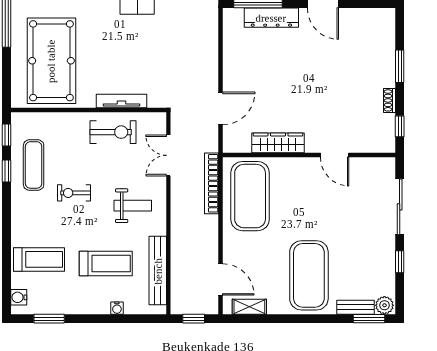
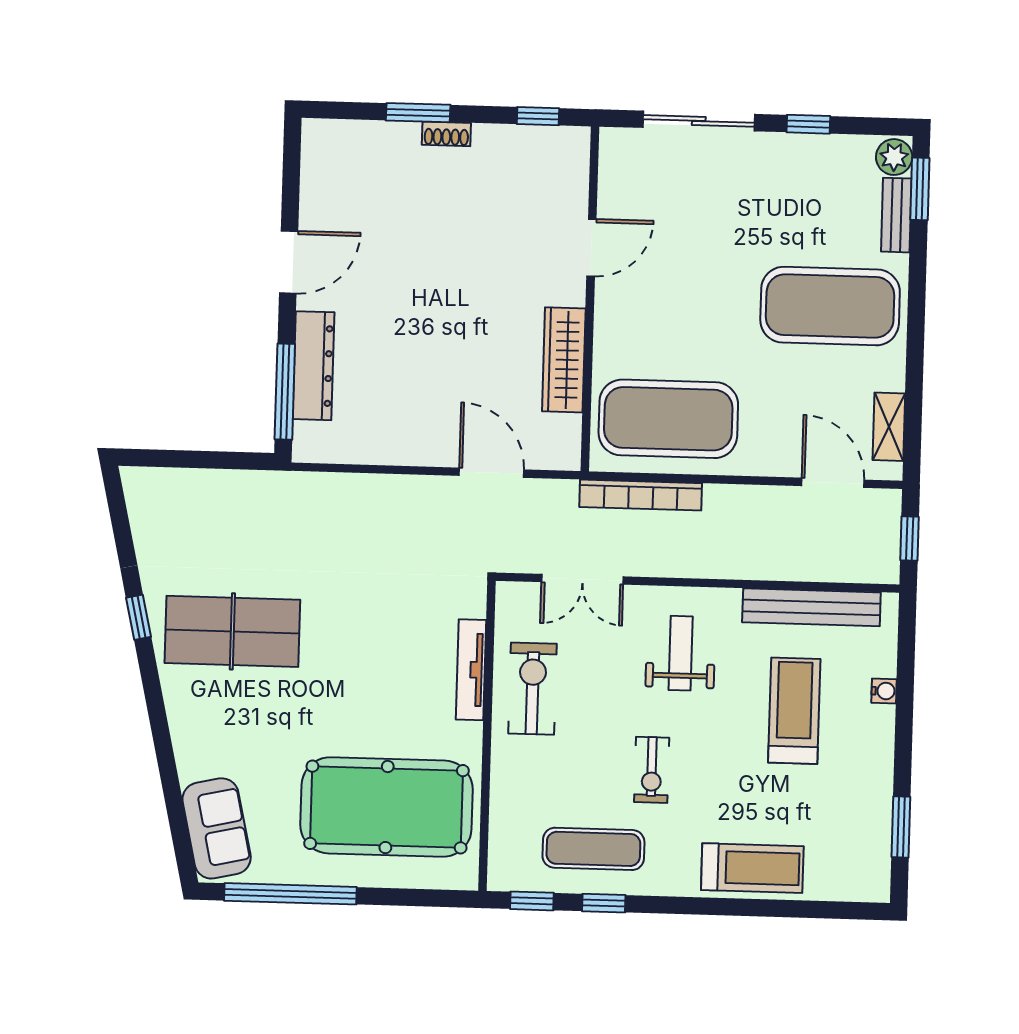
shoe rack: (389, 100) -> (446, 134), moved
treadmill: (39, 259) -> (752, 868), moved, turned 90
door: (220, 279) -> (833, 483), hinge flipped
water cooler: (19, 297) -> (857, 886), removed

